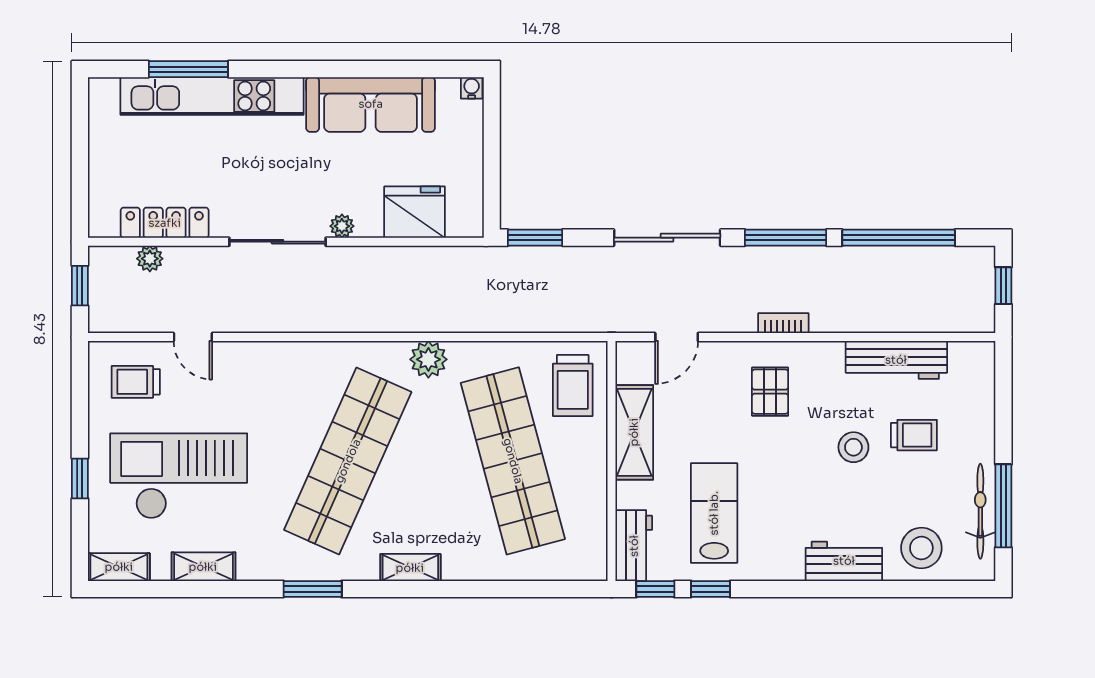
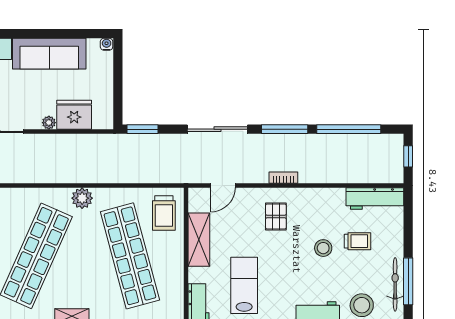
plant: (342, 226) -> (49, 123), moved
workbench: (896, 360) -> (375, 199), moved

